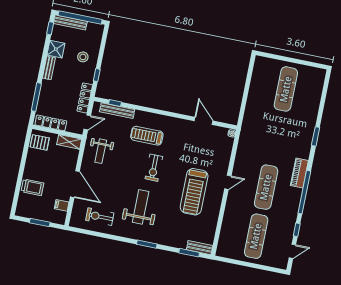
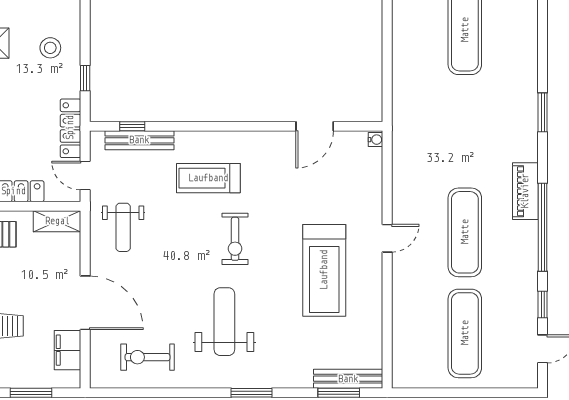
door: (204, 121) -> (315, 126), swing flipped
door: (87, 122) -> (85, 176), swing flipped
filing cabinet: (62, 205) -> (67, 350), width x2.00
bench: (200, 248) -> (348, 379), width x1.36

